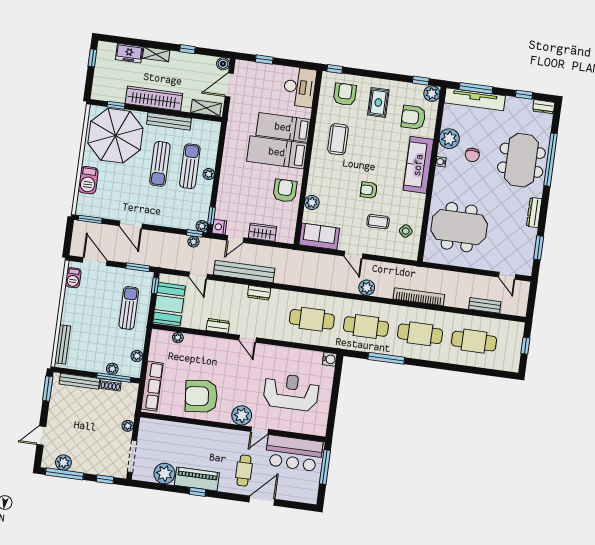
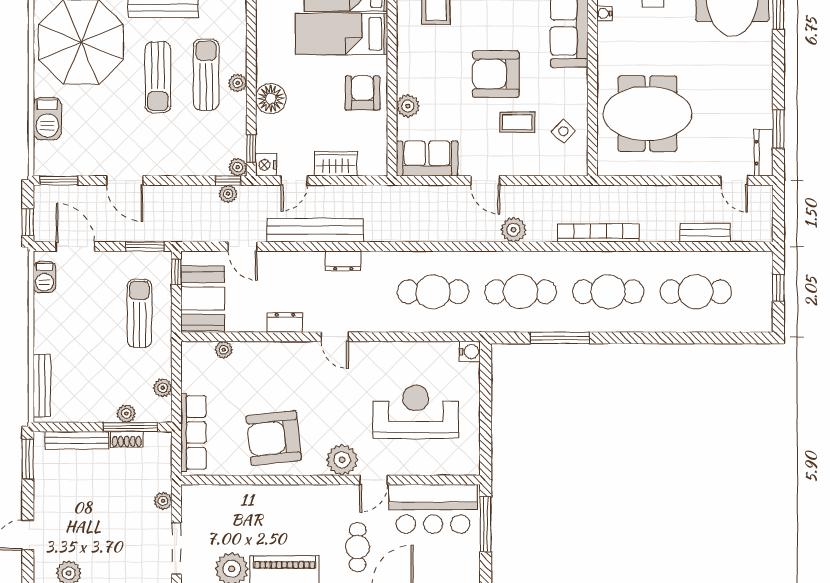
floor lamp: (228, 186) -> (271, 99), added
armchair: (369, 190) -> (496, 74), width x1.88, depth x1.88
dresser: (534, 213) -> (764, 153), moved
window: (67, 242) -> (28, 222), added

